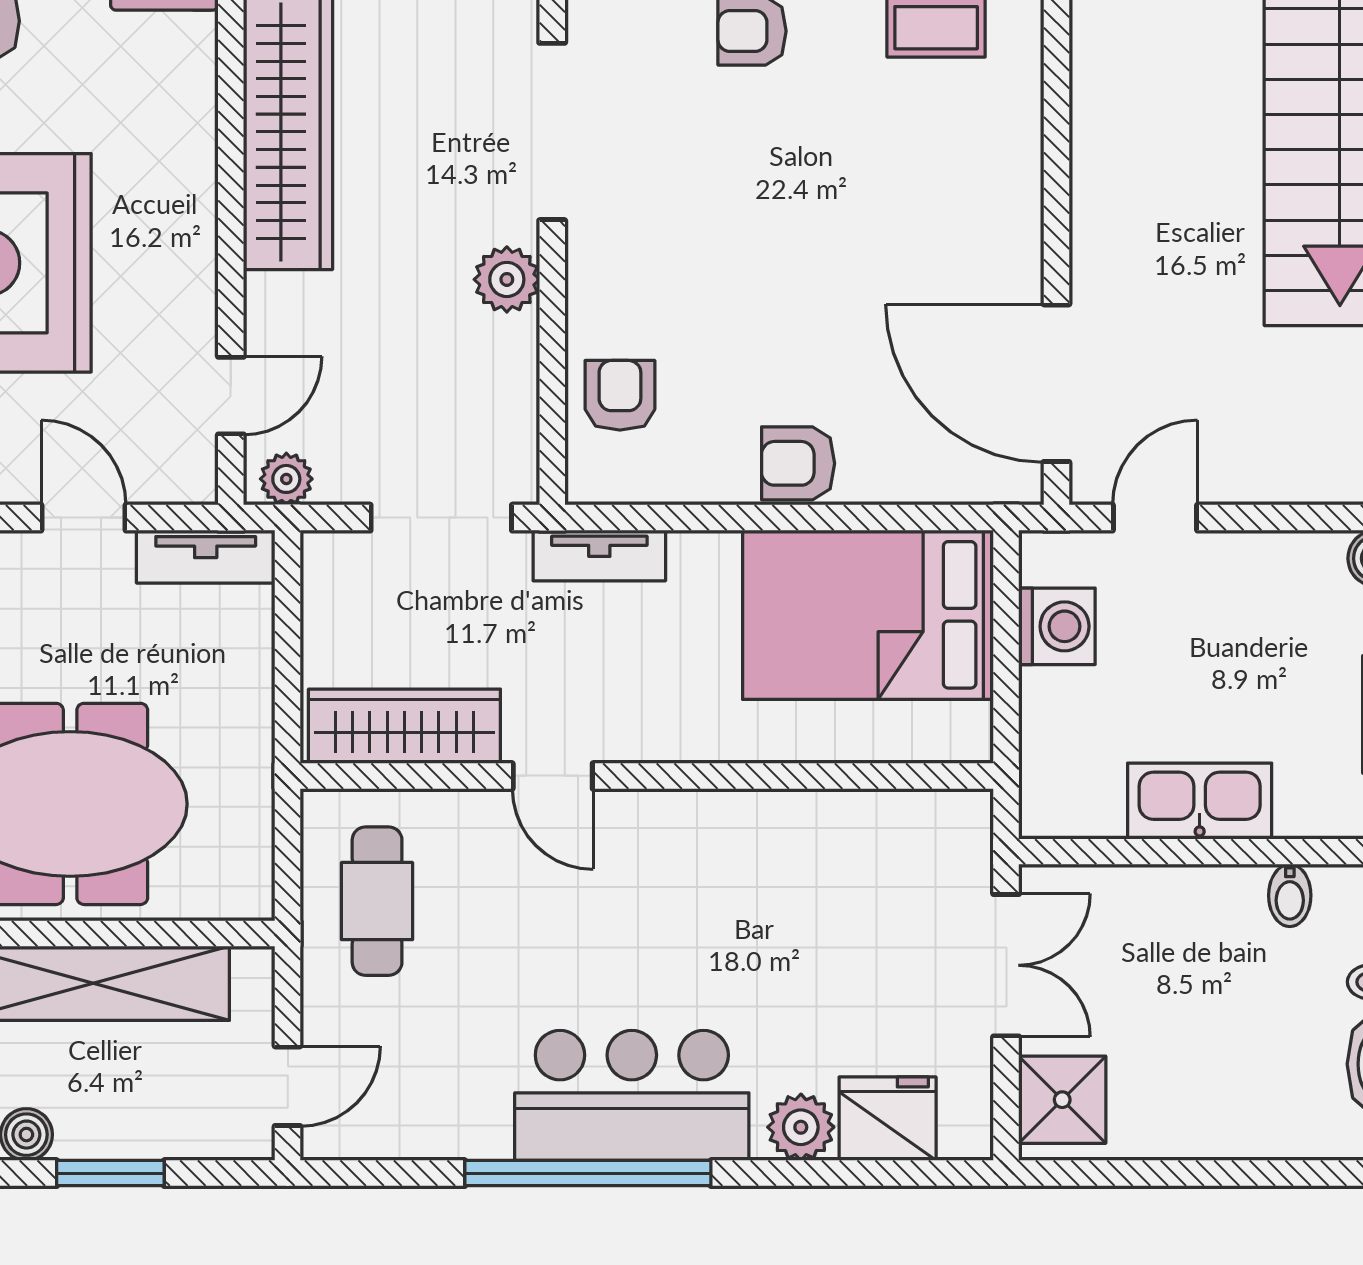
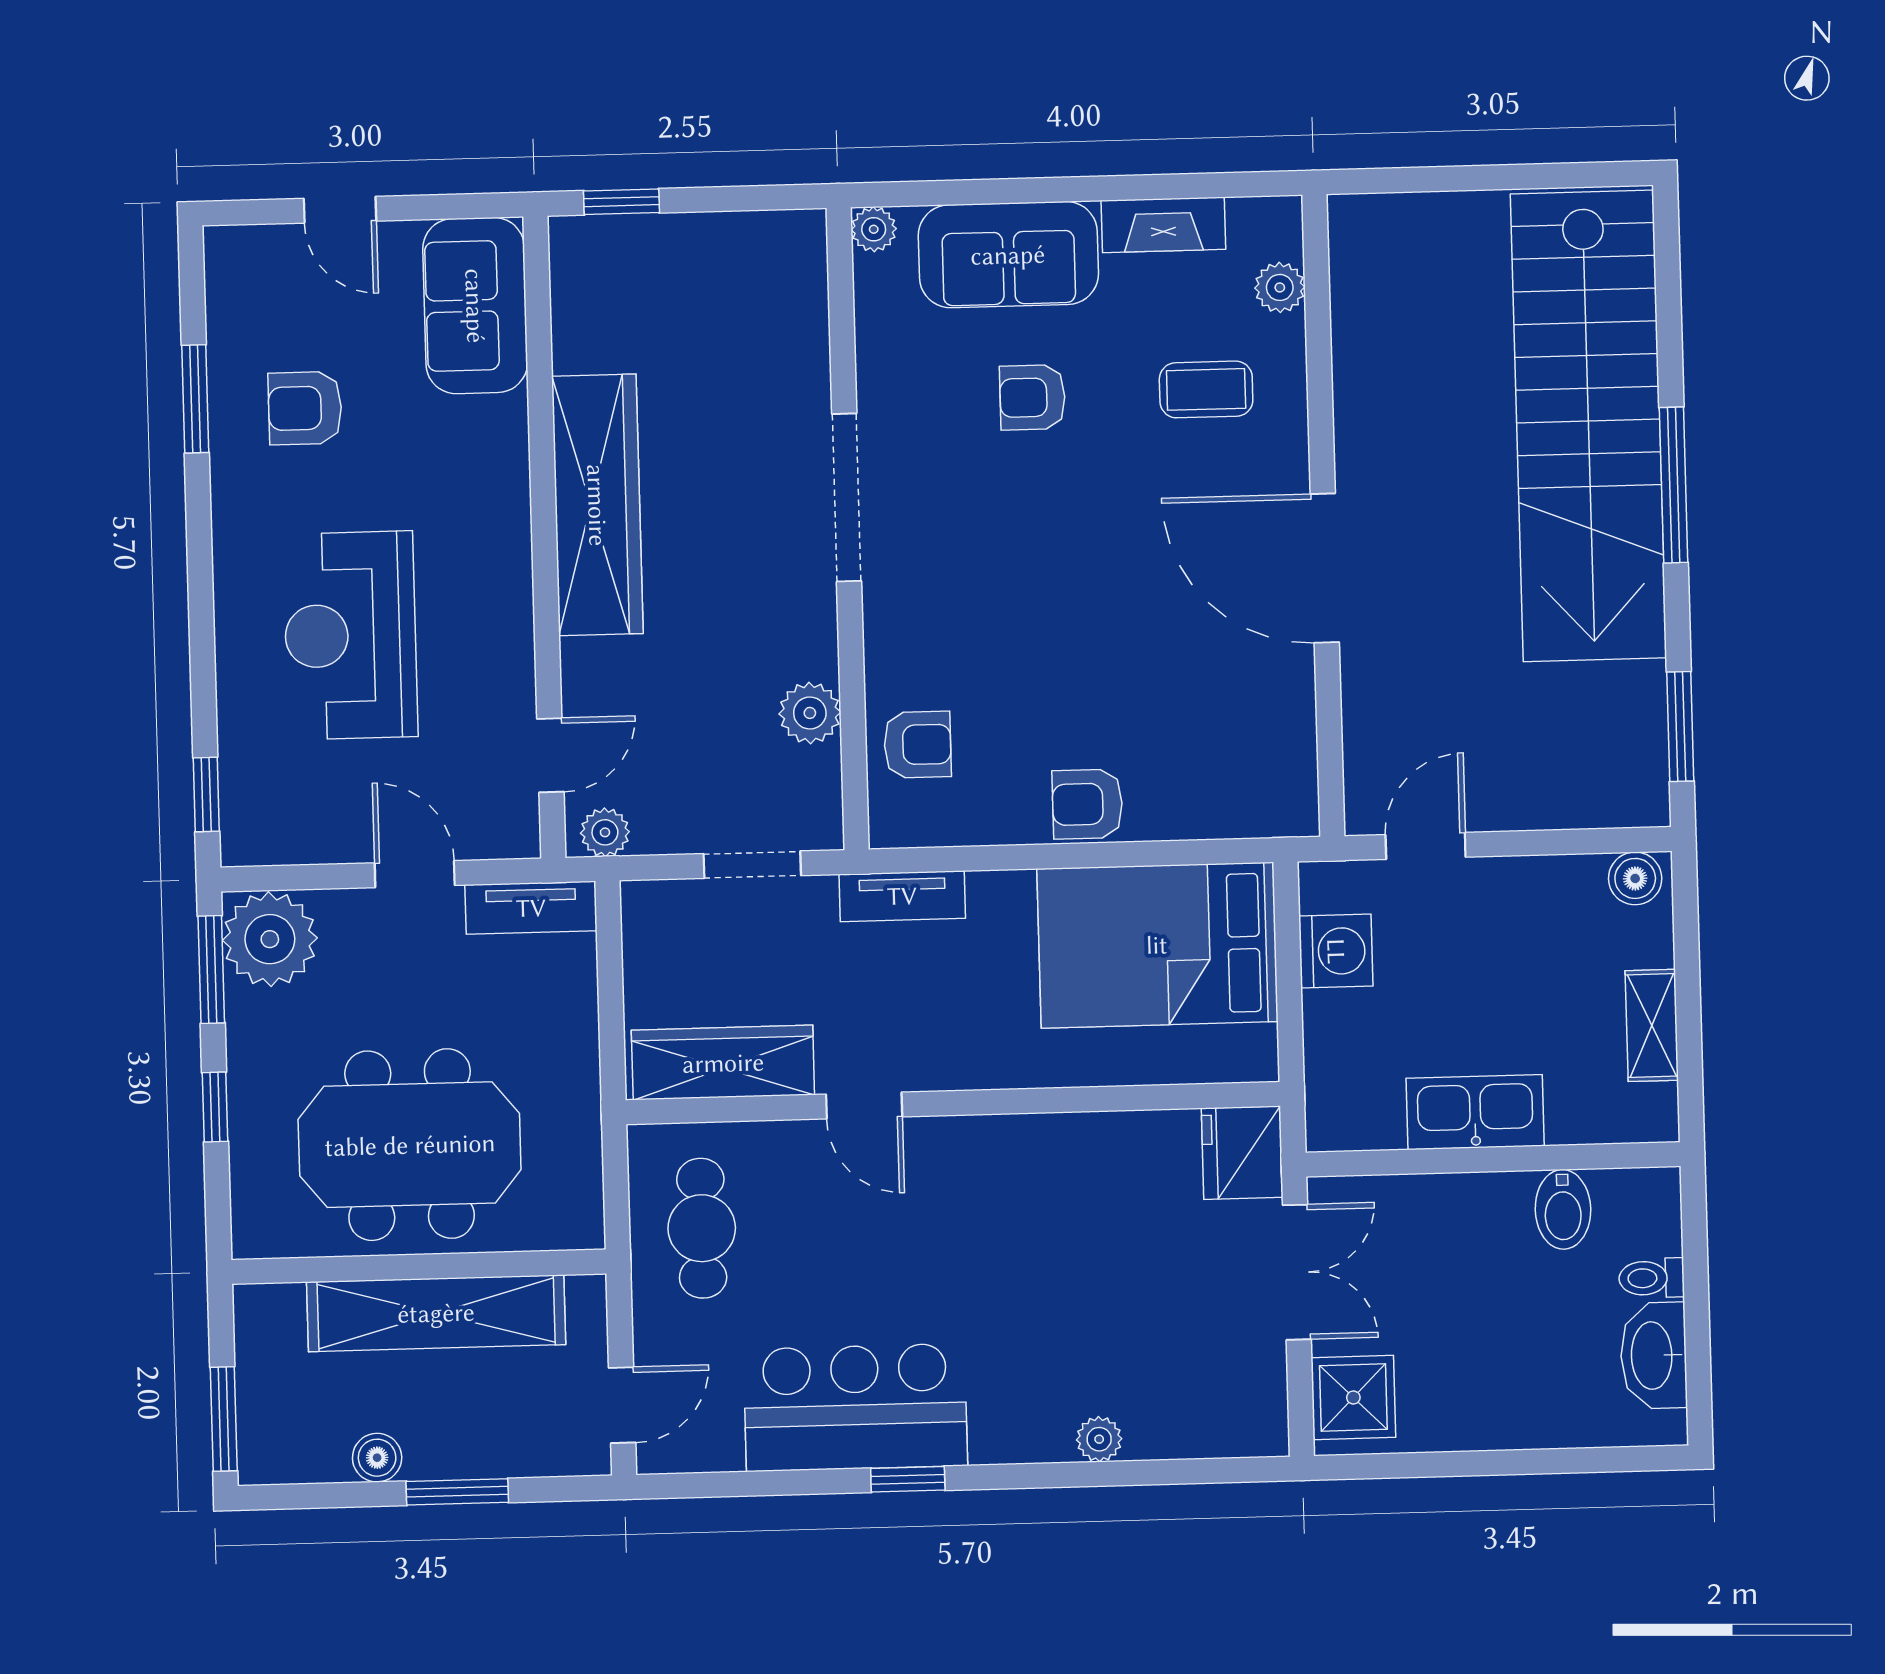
plant: (507, 279) -> (810, 713), moved
door: (1056, 383) -> (1325, 568), moved
armchair: (620, 395) -> (918, 745), turned 90
doorway: (441, 518) -> (752, 865), width x0.73
bidet: (1290, 895) -> (1563, 1209), width x1.38, depth x1.36
bar counter: (632, 1095) -> (855, 1407), moved
fridge: (888, 1119) -> (1242, 1153), moved, turned -90
plant: (801, 1127) -> (1099, 1439), width x0.73, depth x0.73
window: (588, 1173) -> (908, 1479), width x0.32

